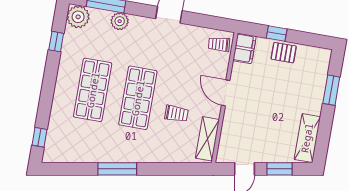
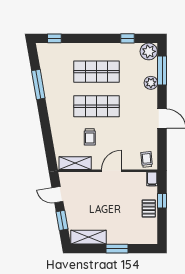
filing cabinet: (245, 48) -> (152, 179), width x0.50
window: (331, 90) -> (117, 249), moved
window: (117, 169) -> (38, 84), moved

